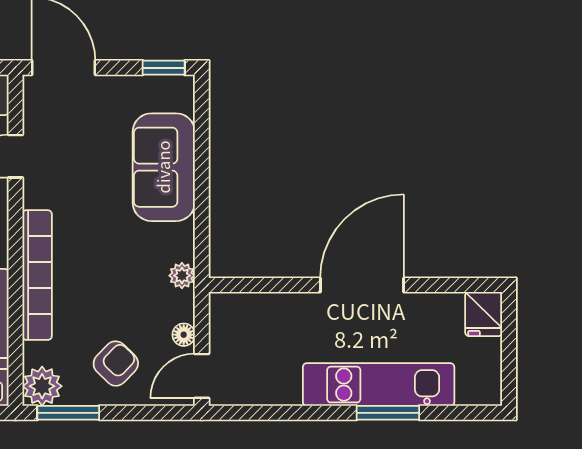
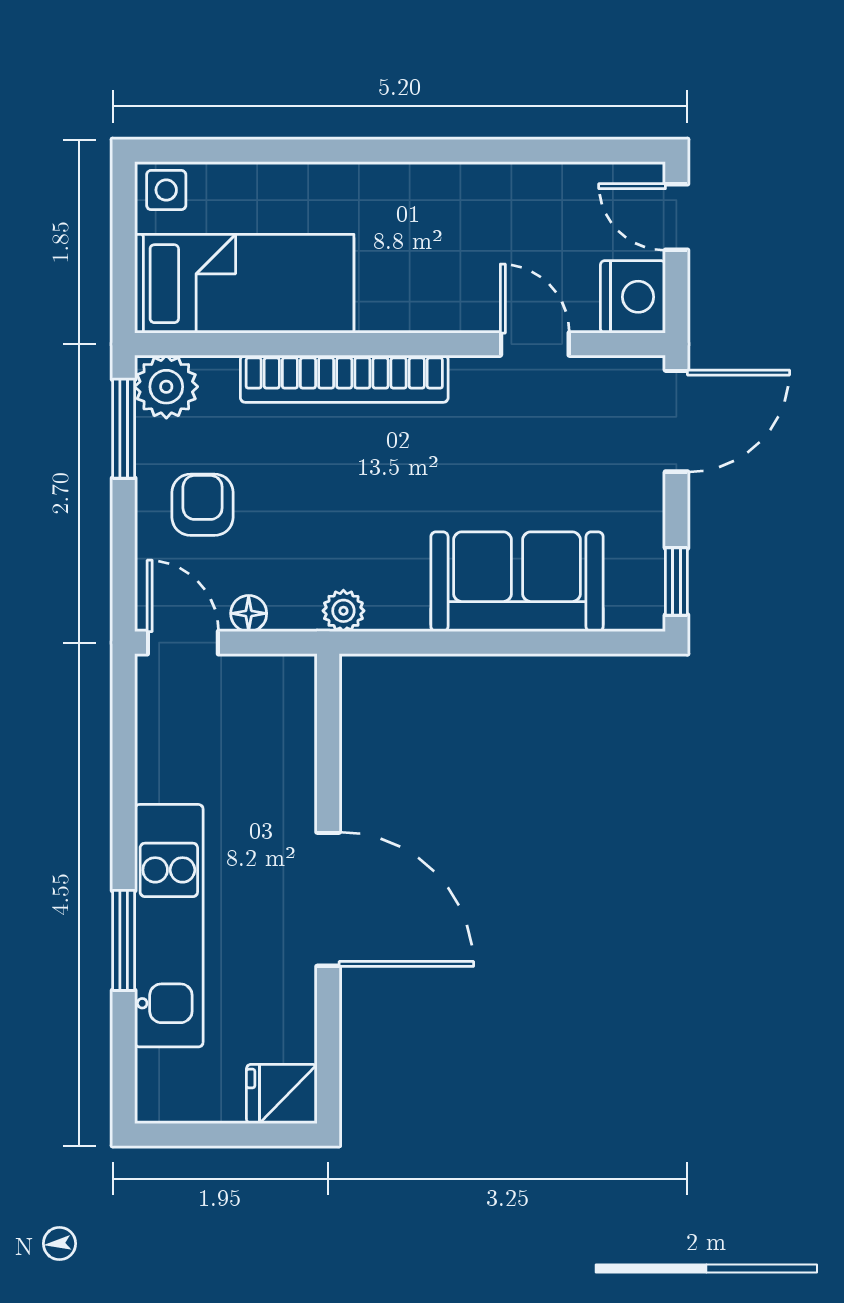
armchair: (116, 364) -> (203, 505), turned -134

